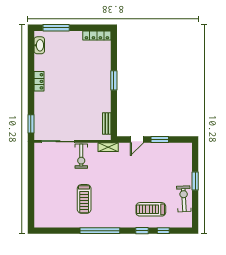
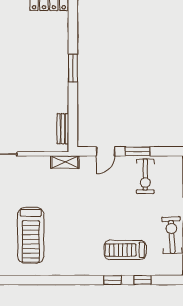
exercise bike: (81, 156) -> (145, 176), moved
treadmill: (84, 199) -> (31, 235), width x1.37, depth x1.38
window: (100, 231) -> (53, 280), removed

